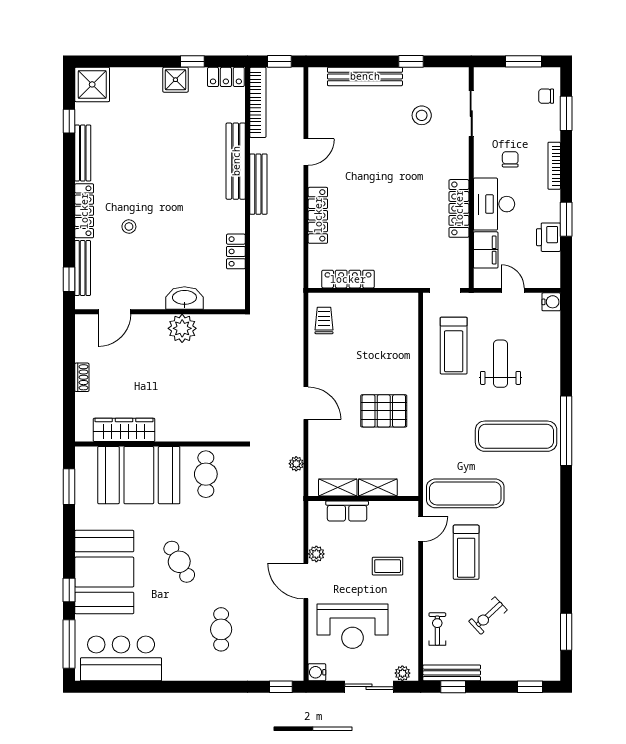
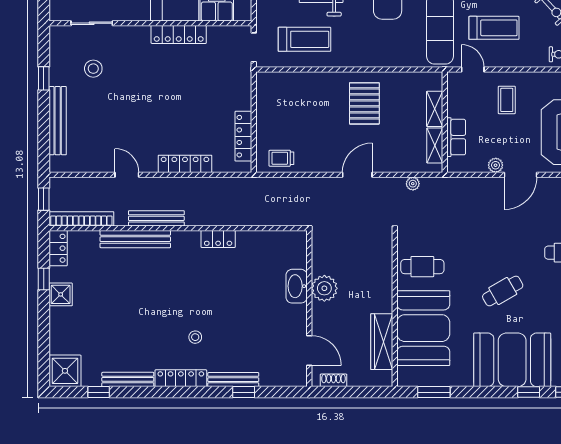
washbasin: (184, 298) -> (297, 286), moved
door: (114, 312) -> (309, 350), moved
wall: (160, 312) -> (309, 309), moved
plant: (182, 328) -> (324, 288), moved

